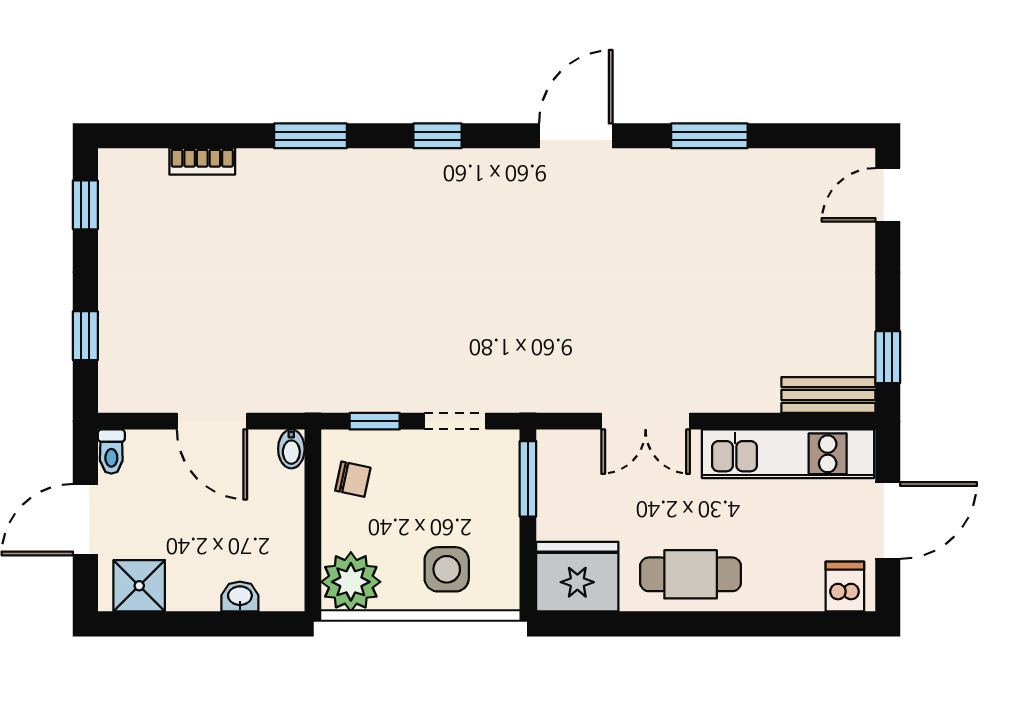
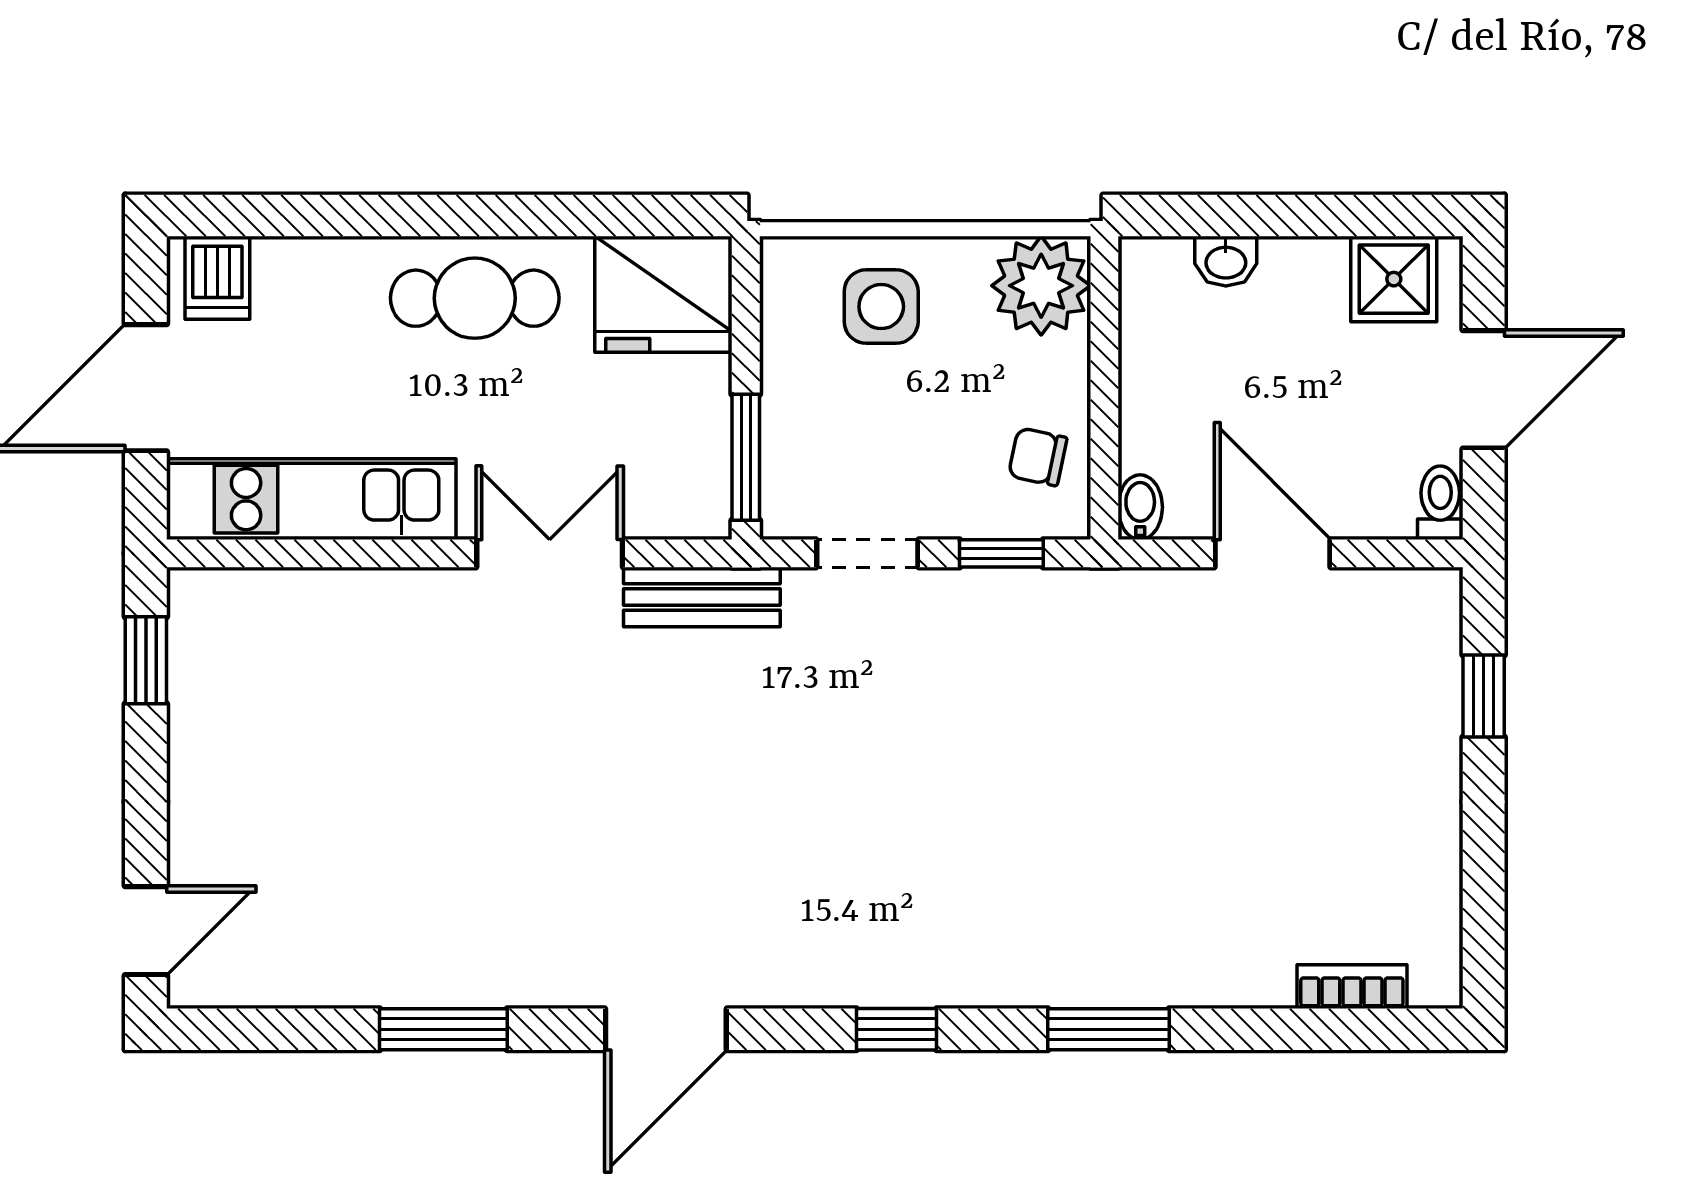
bookcase: (202, 161) -> (1352, 987), moved
window: (85, 205) -> (1484, 914), removed
bench: (828, 395) -> (702, 597), moved

